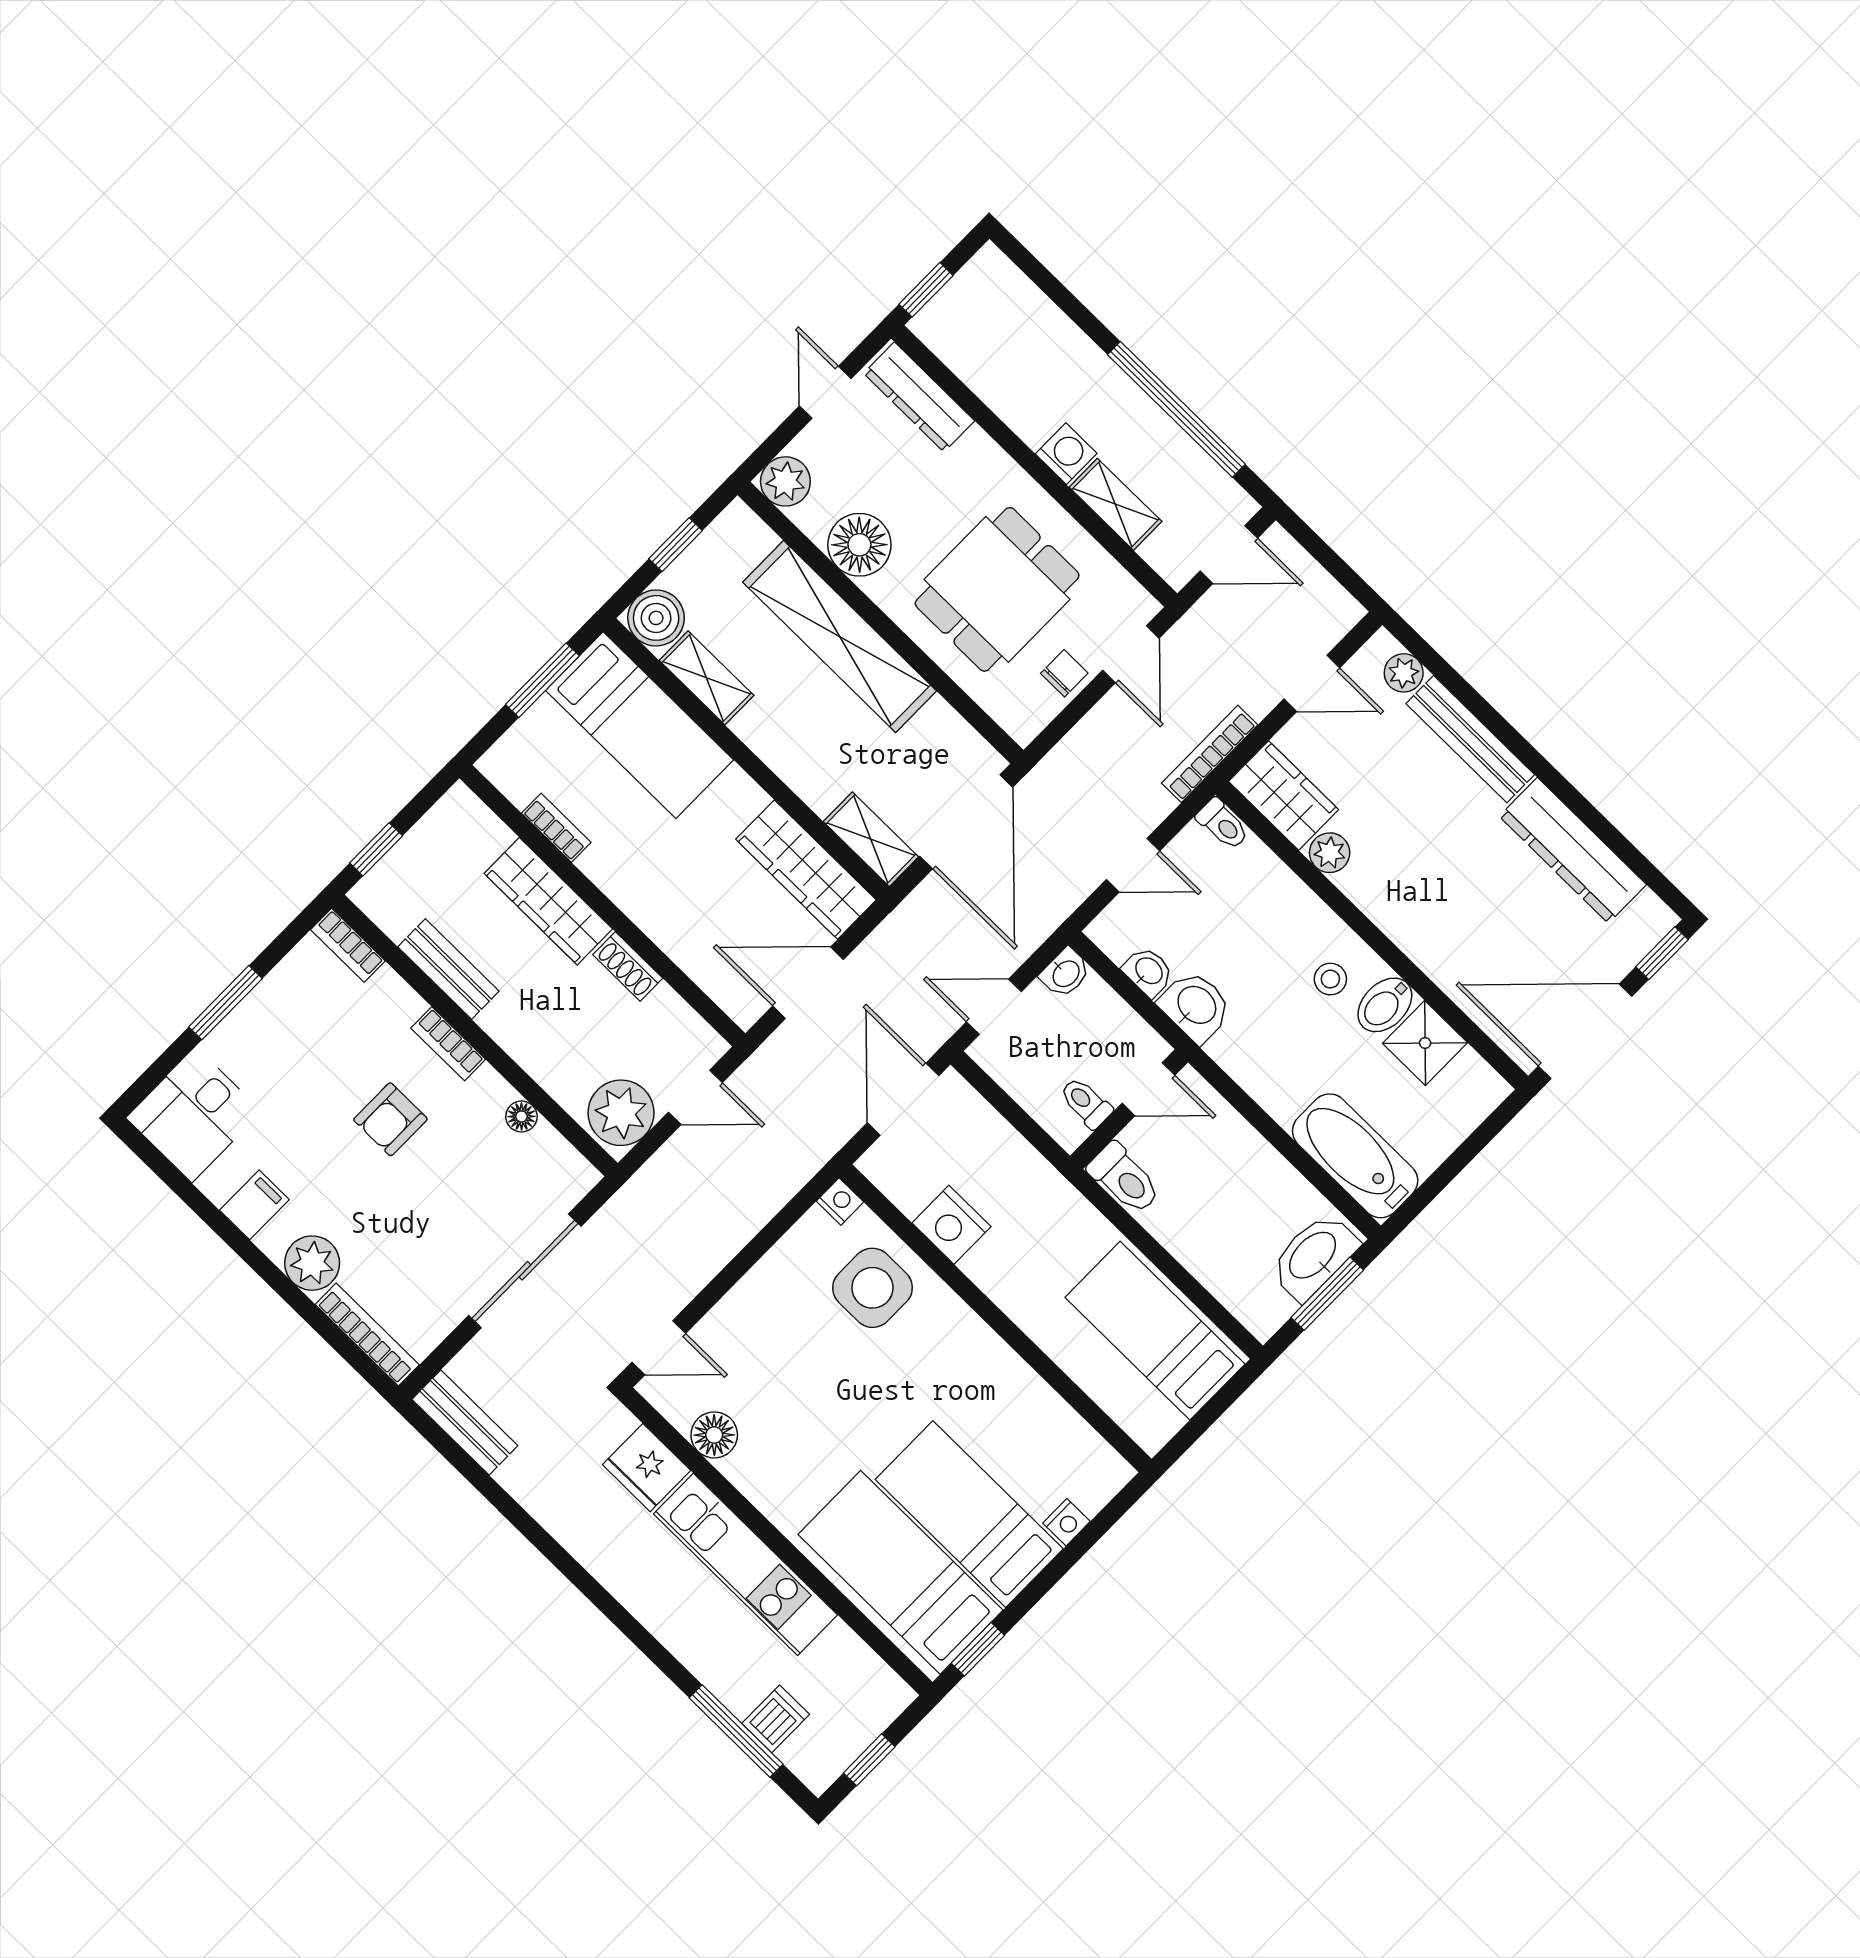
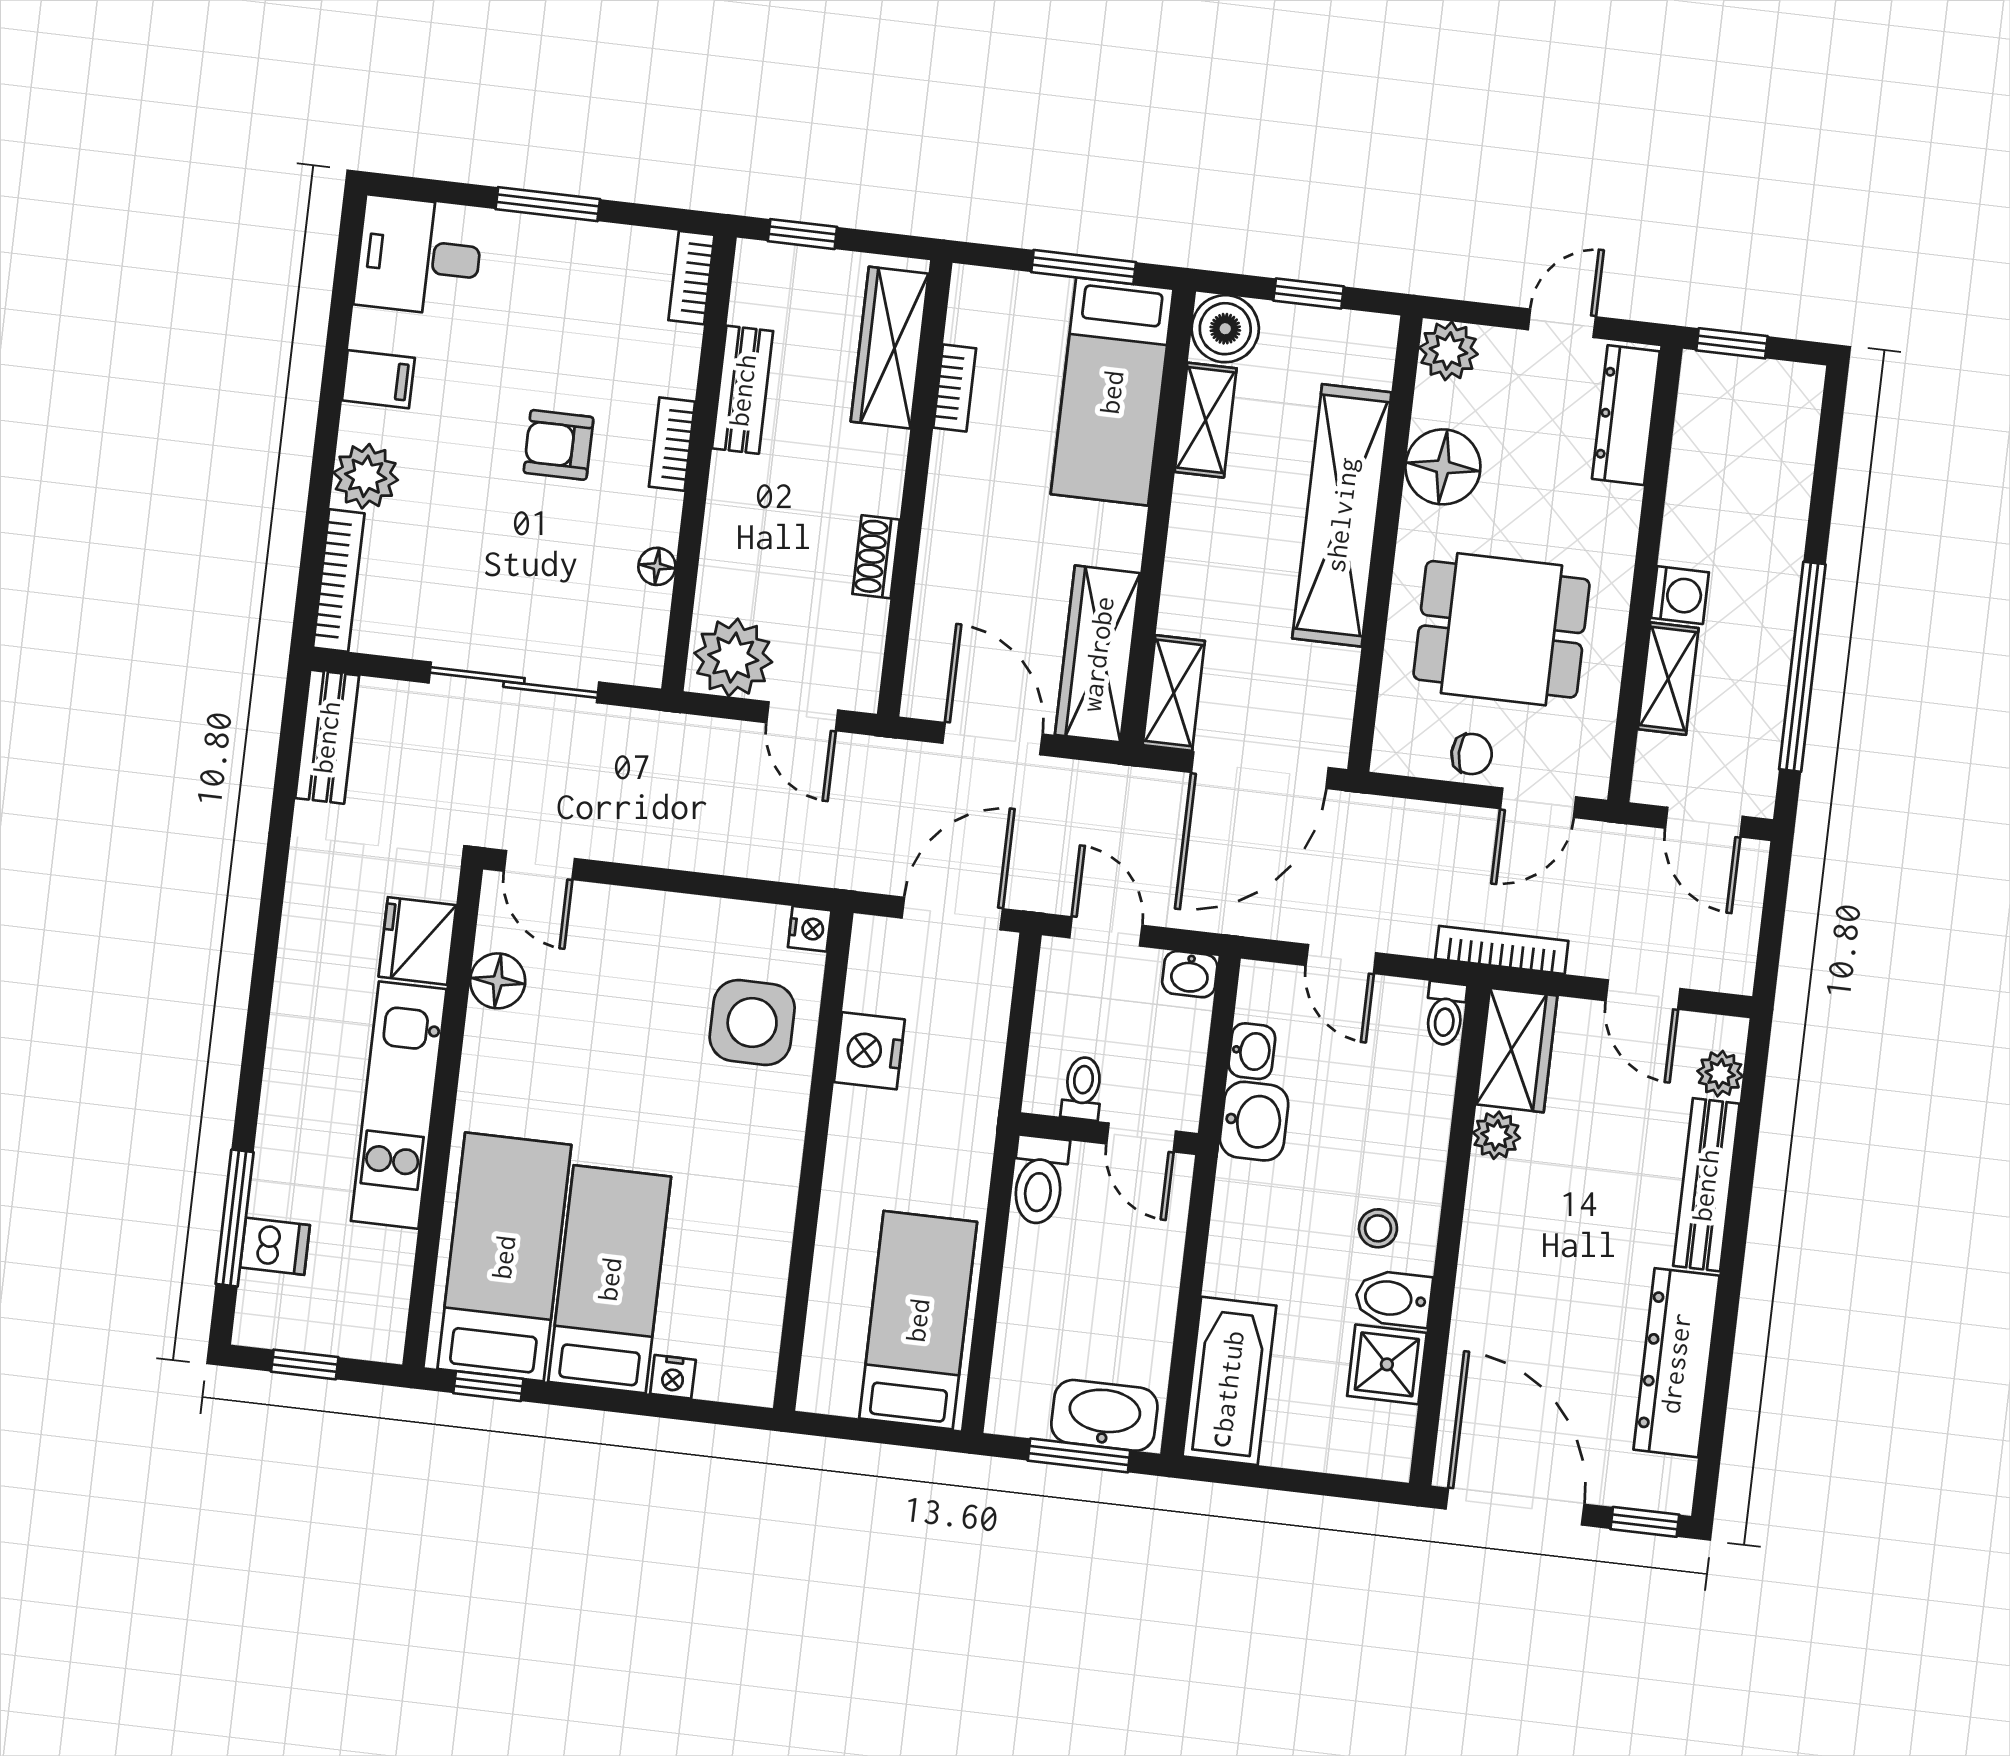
wardrobe: (548, 901) -> (890, 348), moved

